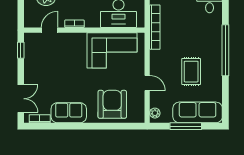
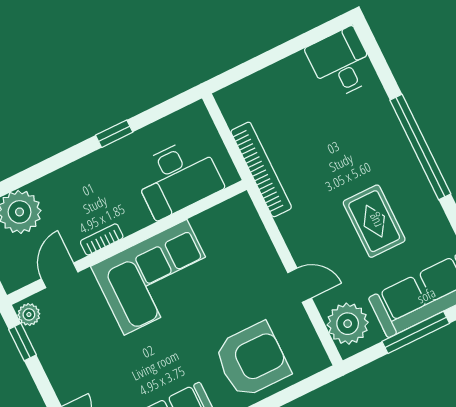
plant: (29, 40) -> (29, 314), added
corner sofa: (112, 50) -> (156, 277), moved
armchair: (112, 104) -> (252, 360), turned 90
plant: (155, 113) -> (348, 324), width x1.87, depth x1.87

